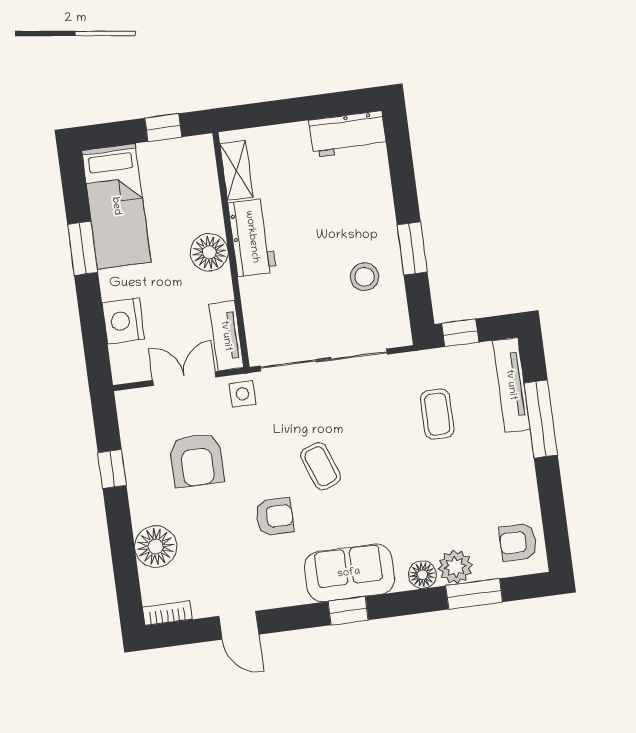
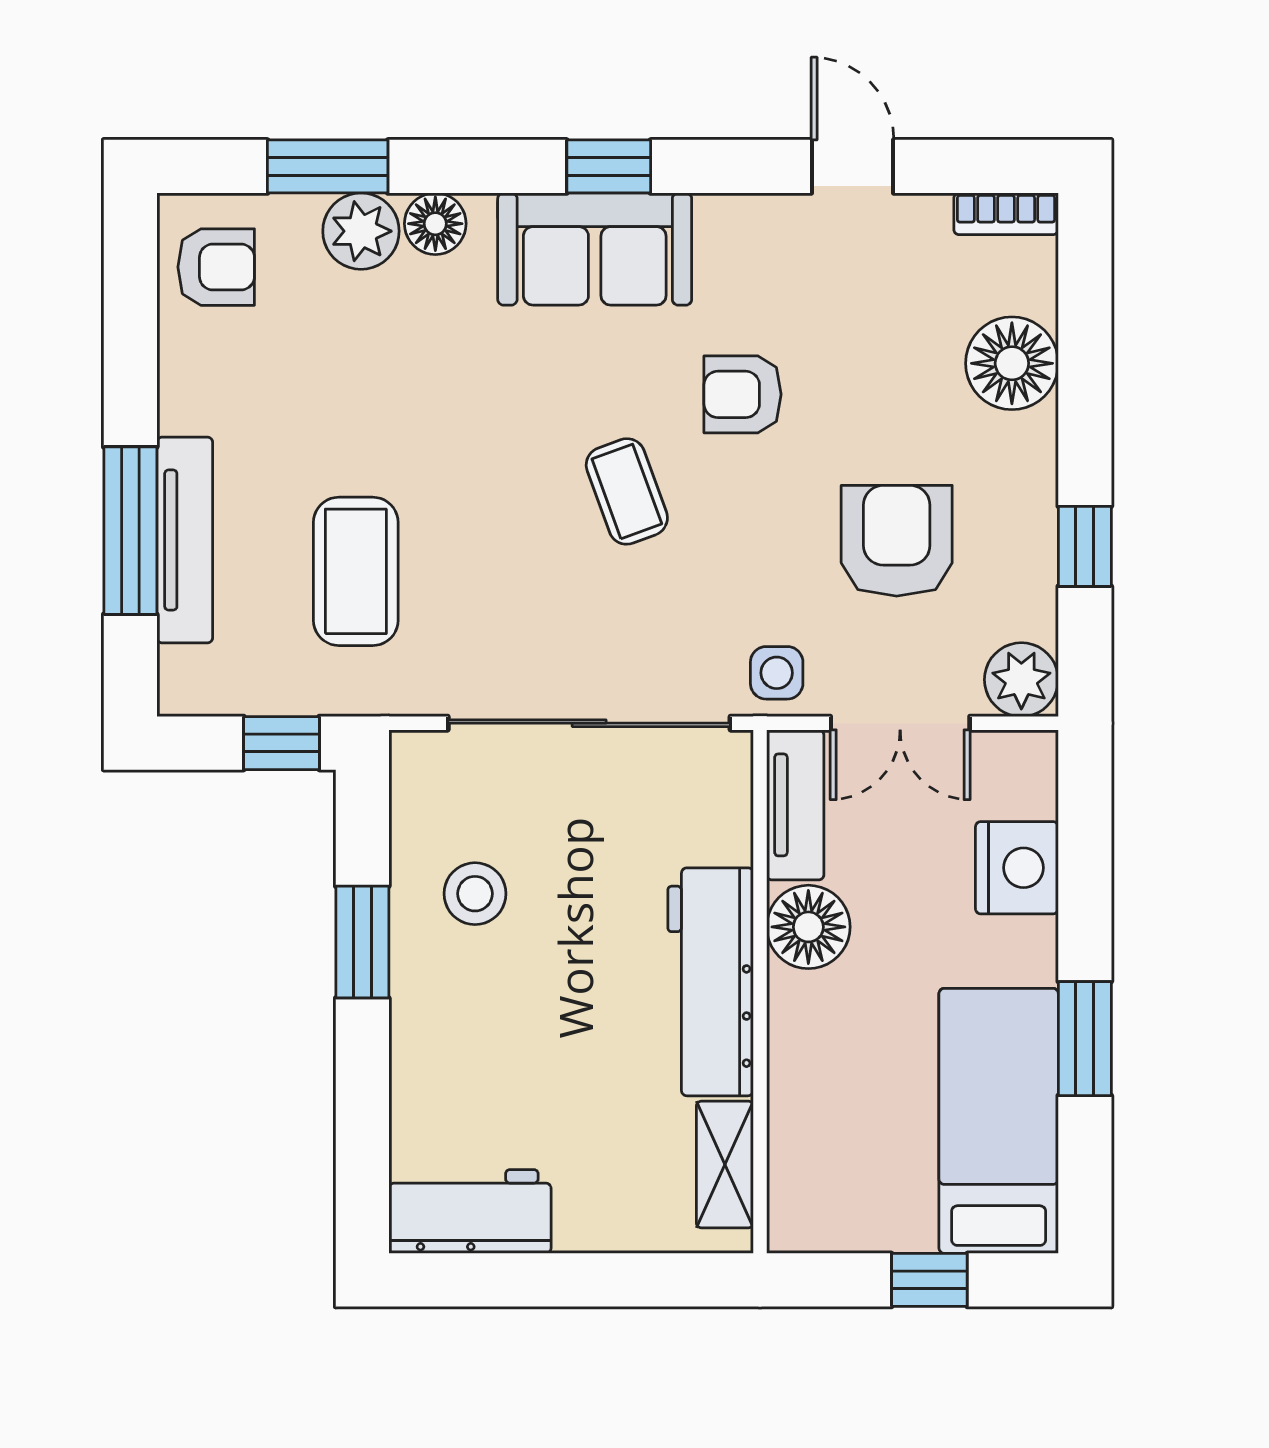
window: (163, 127) -> (929, 1280), moved
workbench: (252, 237) -> (711, 982), width x1.38
floor lamp: (209, 252) -> (808, 927), moved
tv unit: (511, 385) -> (185, 540), moved
plant: (133, 405) -> (1021, 680), added
coffee table: (437, 414) -> (356, 571), width x1.36, depth x1.30

